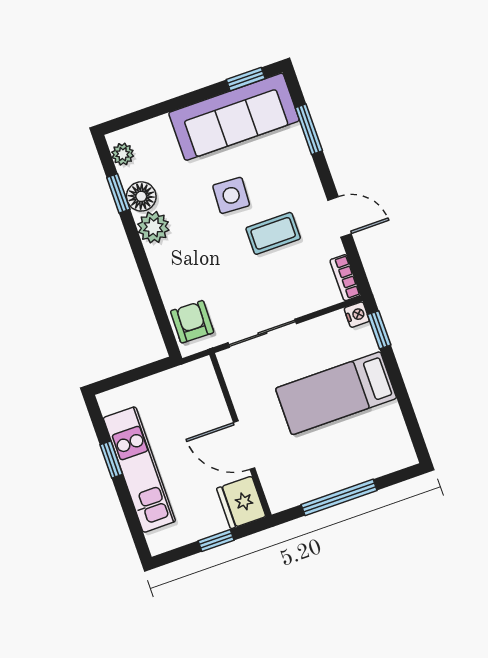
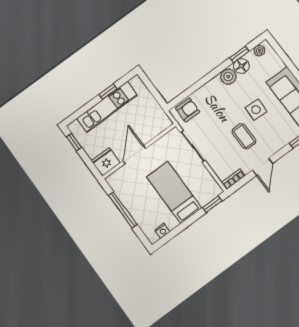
nightstand: (357, 315) -> (162, 231), moved
window: (216, 540) -> (74, 142), moved

